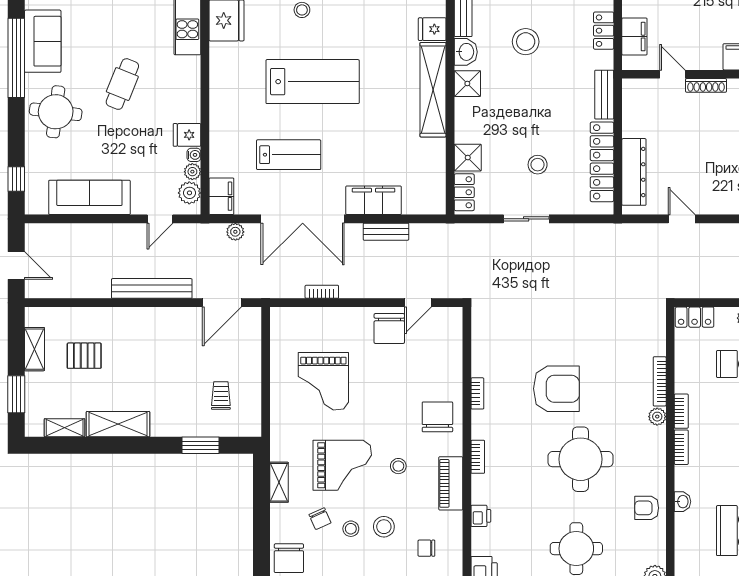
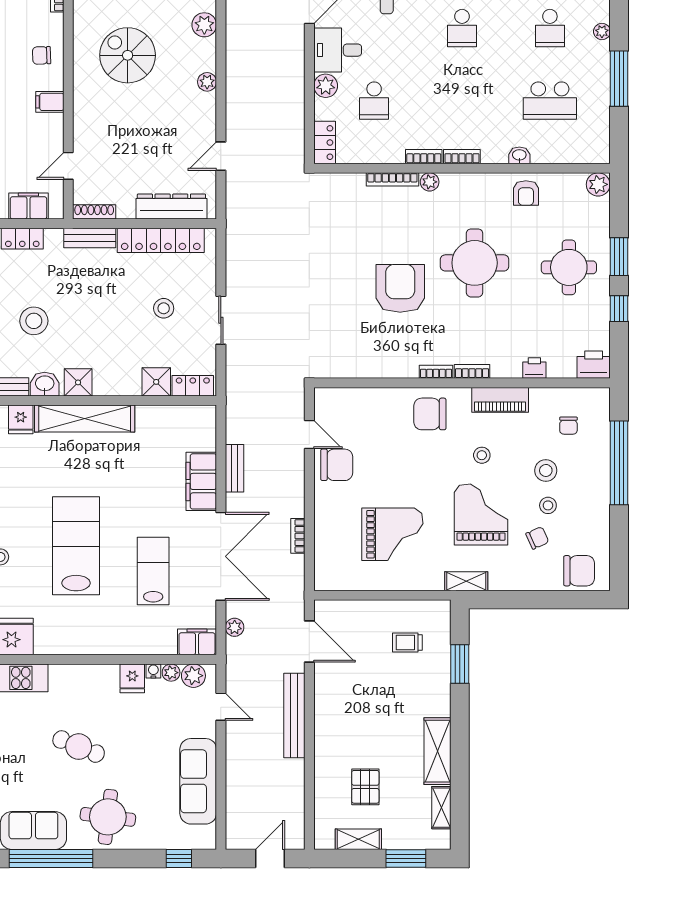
shoe rack: (706, 85) -> (94, 212), moved, turned -90
bookcase: (477, 393) -> (436, 372), moved
shelving: (279, 482) -> (466, 581), moved

